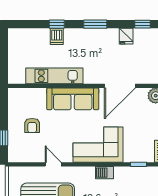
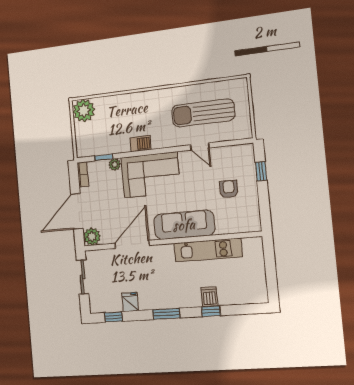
plant: (129, 157) -> (115, 164), added

